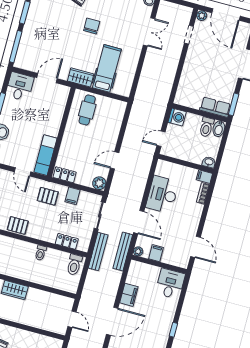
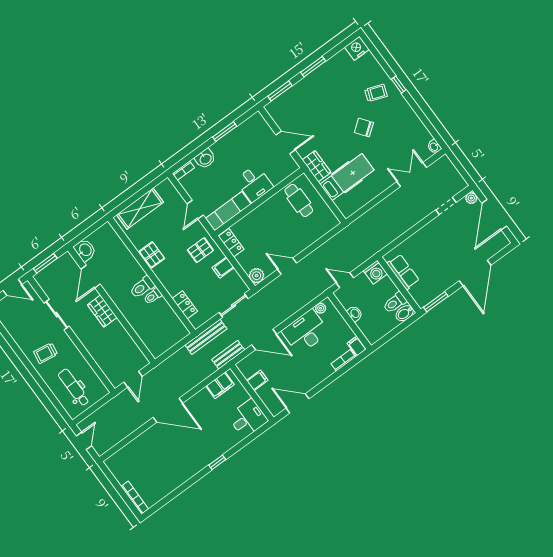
chair: (92, 26) -> (364, 128), turned -127
double door: (149, 32) -> (412, 175), swing flipped
window: (16, 47) -> (280, 91), width x0.69
desk: (20, 87) -> (254, 183), moved, turned 90
row of seats: (215, 107) -> (403, 272), moved
cafe table: (87, 110) -> (299, 200), turned 90
washbasin: (209, 162) -> (355, 314), moved
pallet: (48, 196) -> (200, 250), turned 90
door: (139, 222) -> (264, 340), hinge flipped
door: (195, 247) -> (298, 403), swing flipped
plant: (138, 251) -> (321, 308), moved
bench: (123, 252) -> (228, 355), width x0.73
toilet: (74, 265) -> (142, 287), moved
filing cabinet: (129, 295) -> (220, 385), moved

